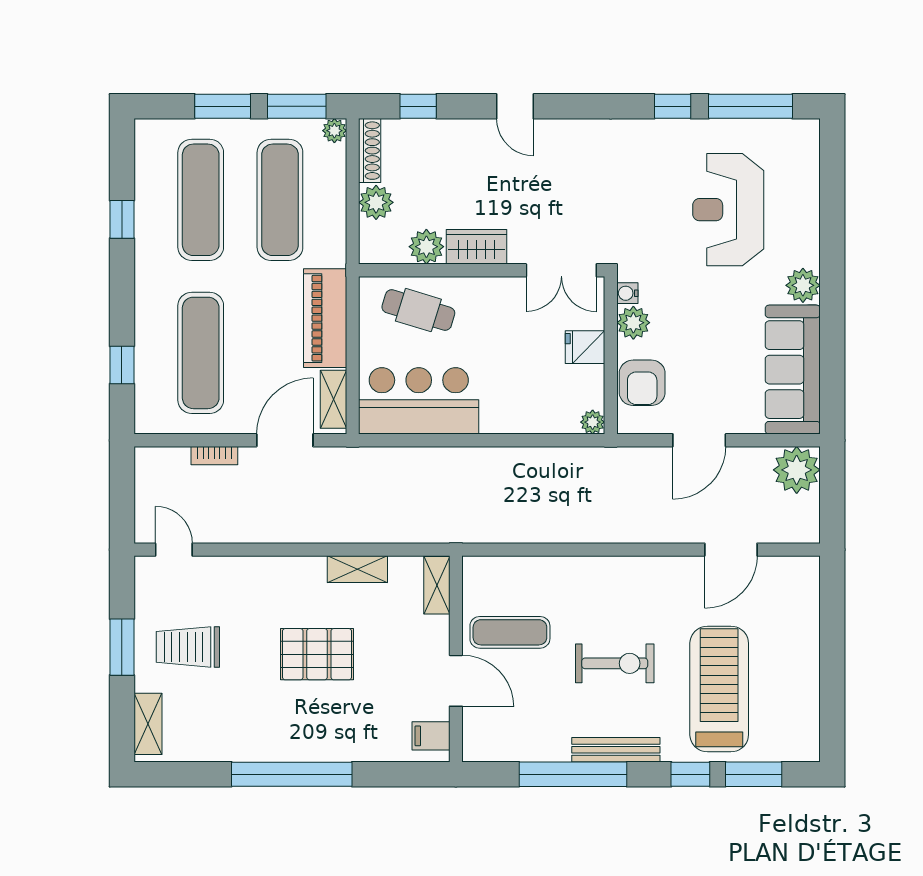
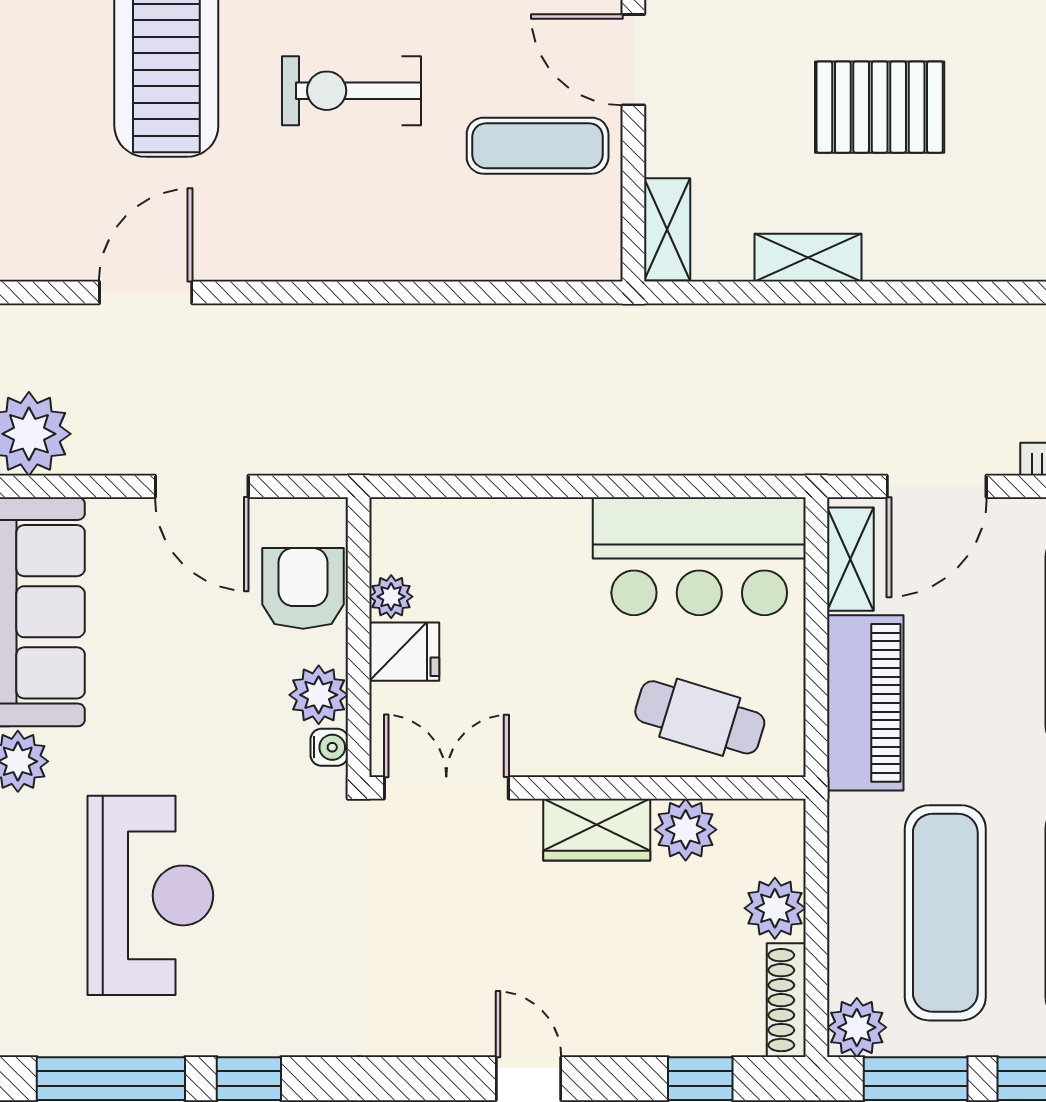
plant: (334, 131) -> (857, 1027), width x1.38, depth x1.38
plant: (593, 422) -> (391, 597), moved
door: (699, 440) -> (202, 486), swing flipped

